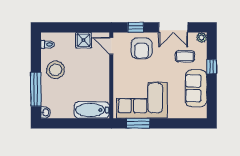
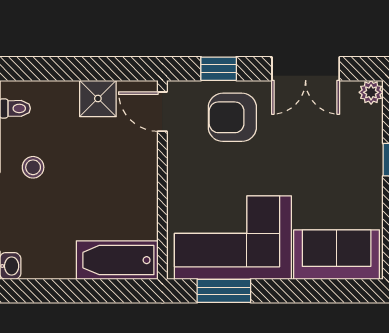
armchair: (142, 48) -> (232, 117), turned 90
coffee table: (185, 56) -> (333, 136), removed
stool: (55, 70) -> (33, 167), width x0.53, depth x0.53
sofa: (196, 88) -> (337, 255), moved, turned 90

